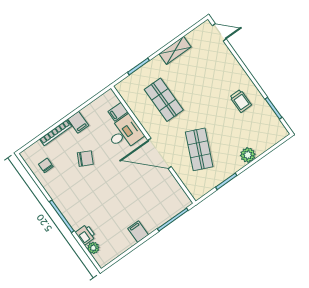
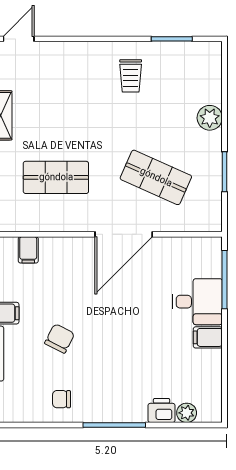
trolley: (241, 101) -> (131, 76), turned 90
desk: (125, 133) -> (197, 302), moved, turned 90
chair: (46, 165) -> (61, 399), moved

